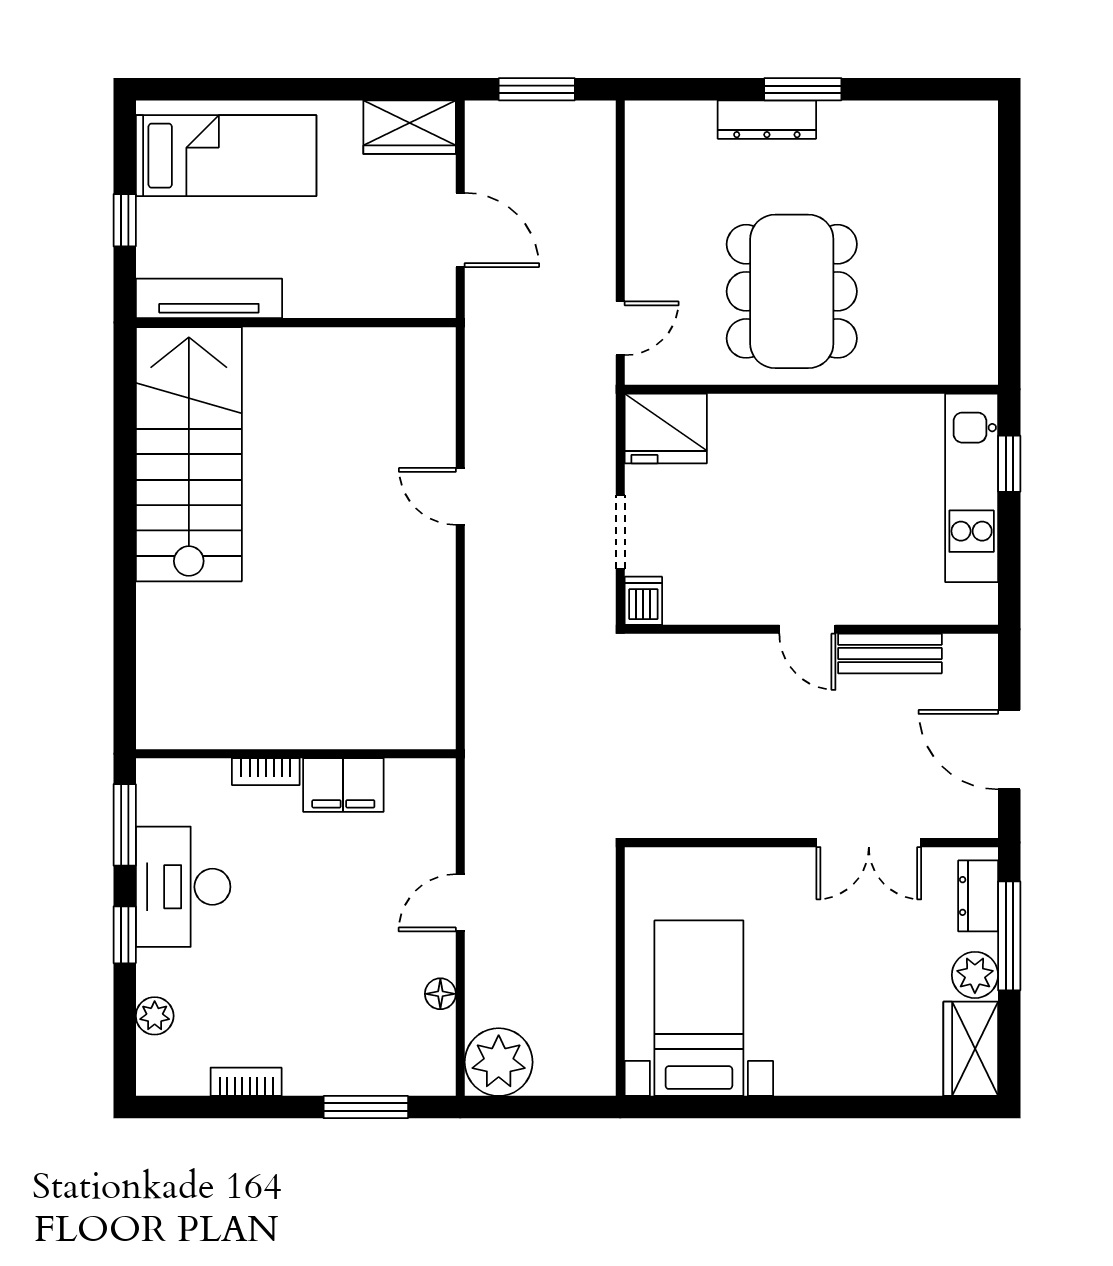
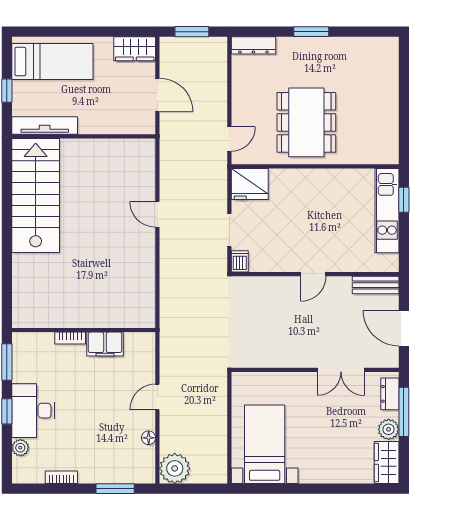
dresser: (767, 120) -> (253, 45), moved
door: (807, 629) -> (313, 274), hinge flipped
bench: (890, 654) -> (376, 285), moved
desk: (183, 887) -> (33, 411), moved

